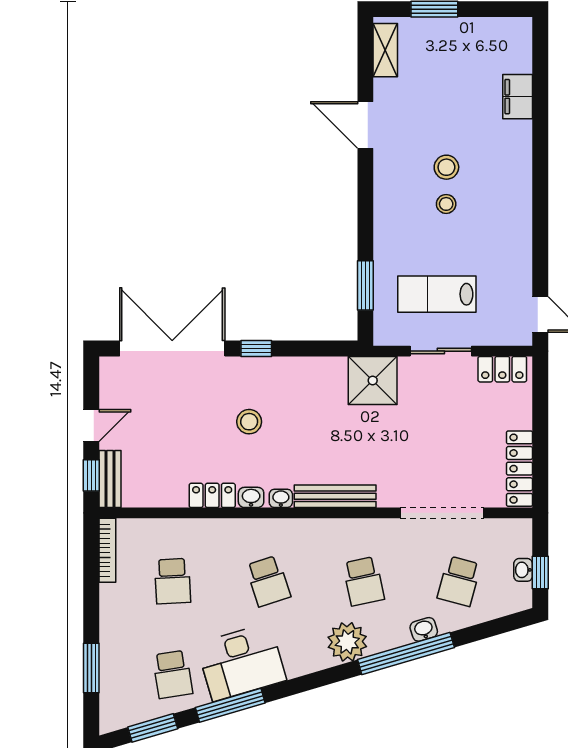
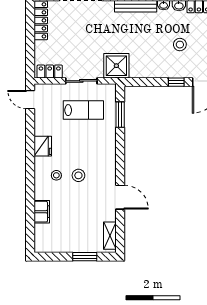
stool: (446, 204) -> (56, 175), moved
fridge: (516, 224) -> (43, 146), added

